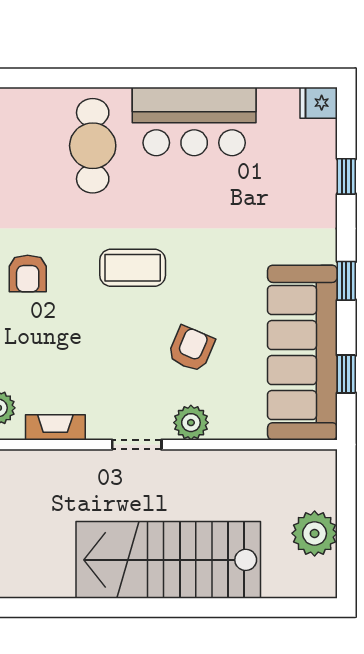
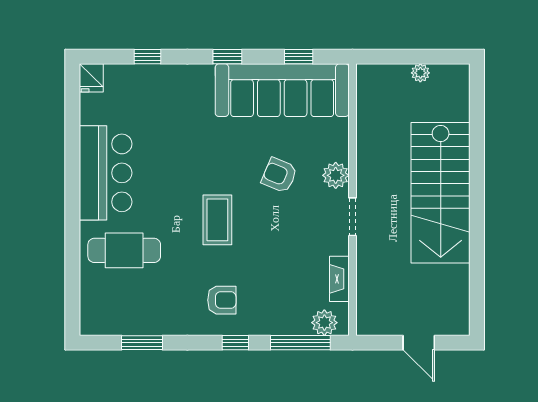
plant: (315, 533) -> (420, 73), width x0.53, depth x0.53

